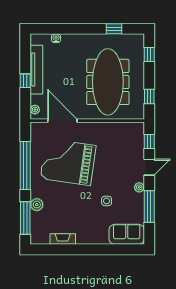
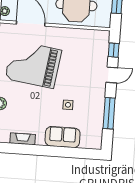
plant: (139, 187) -> (101, 94), removed
sofa: (127, 234) -> (63, 137), moved

